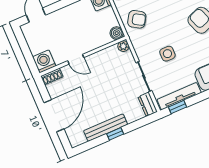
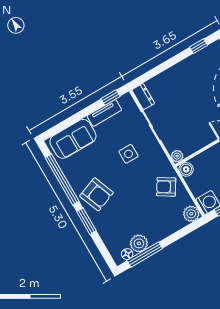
tv unit: (179, 96) -> (104, 113), width x0.71
bench: (106, 128) -> (185, 66), removed
window: (115, 134) -> (199, 46), moved

